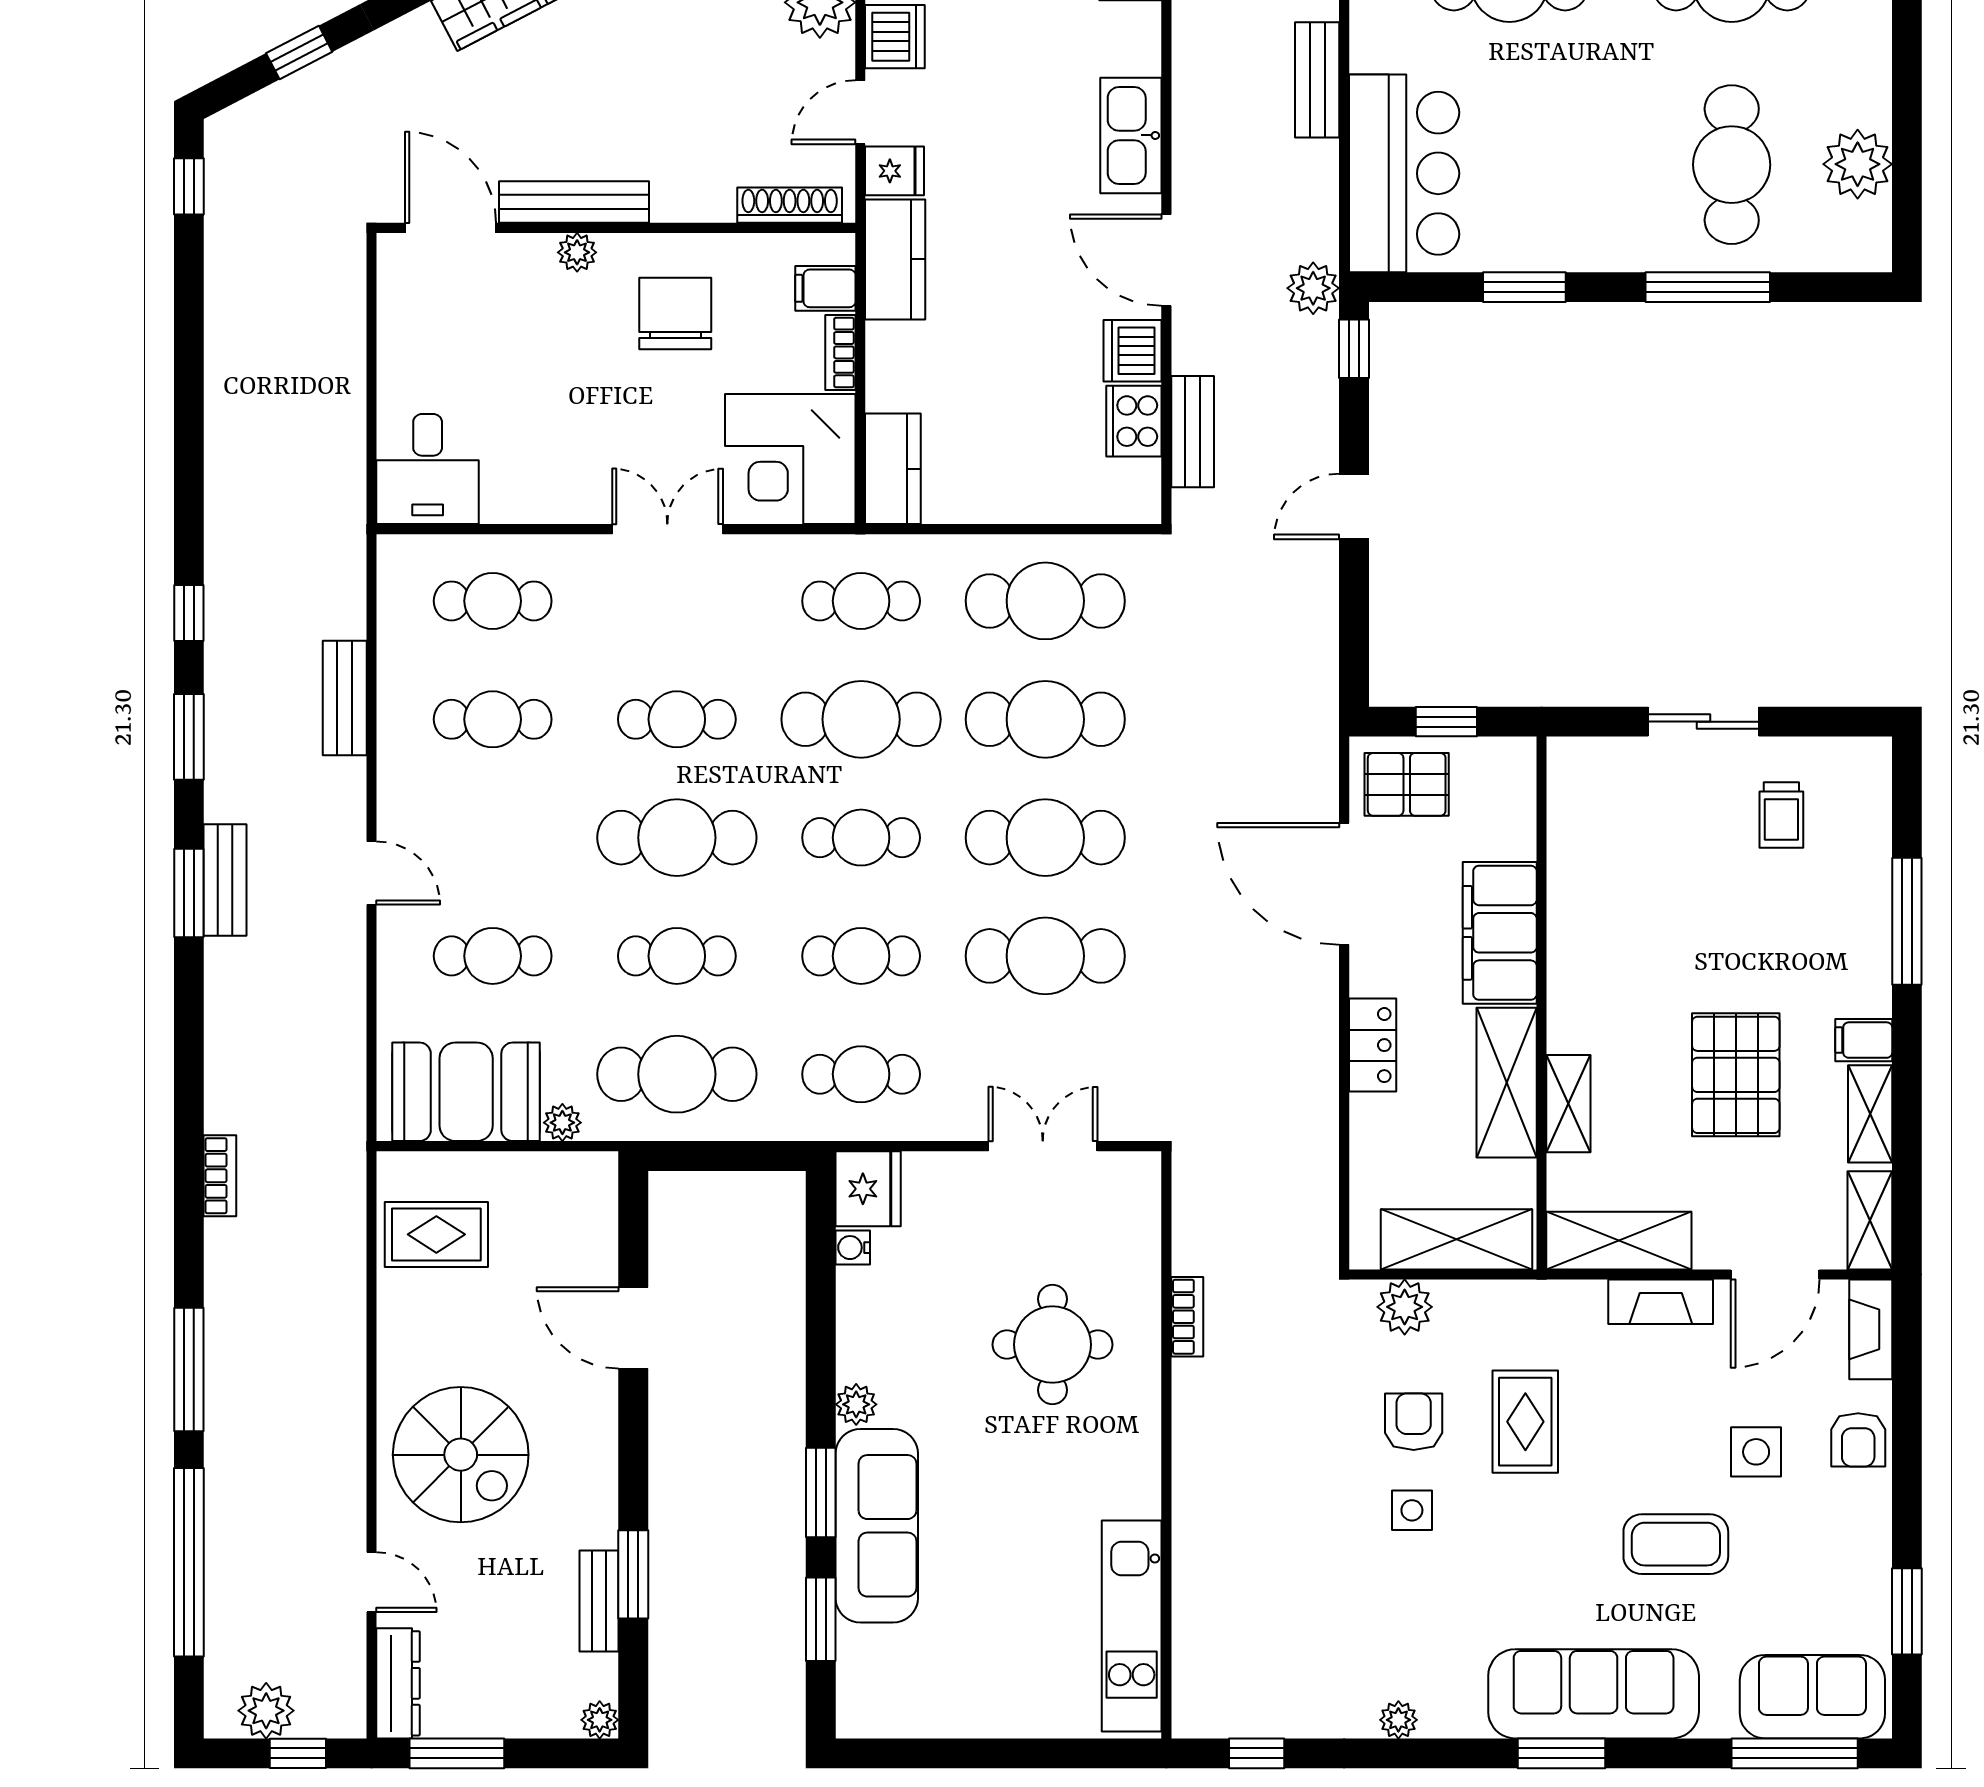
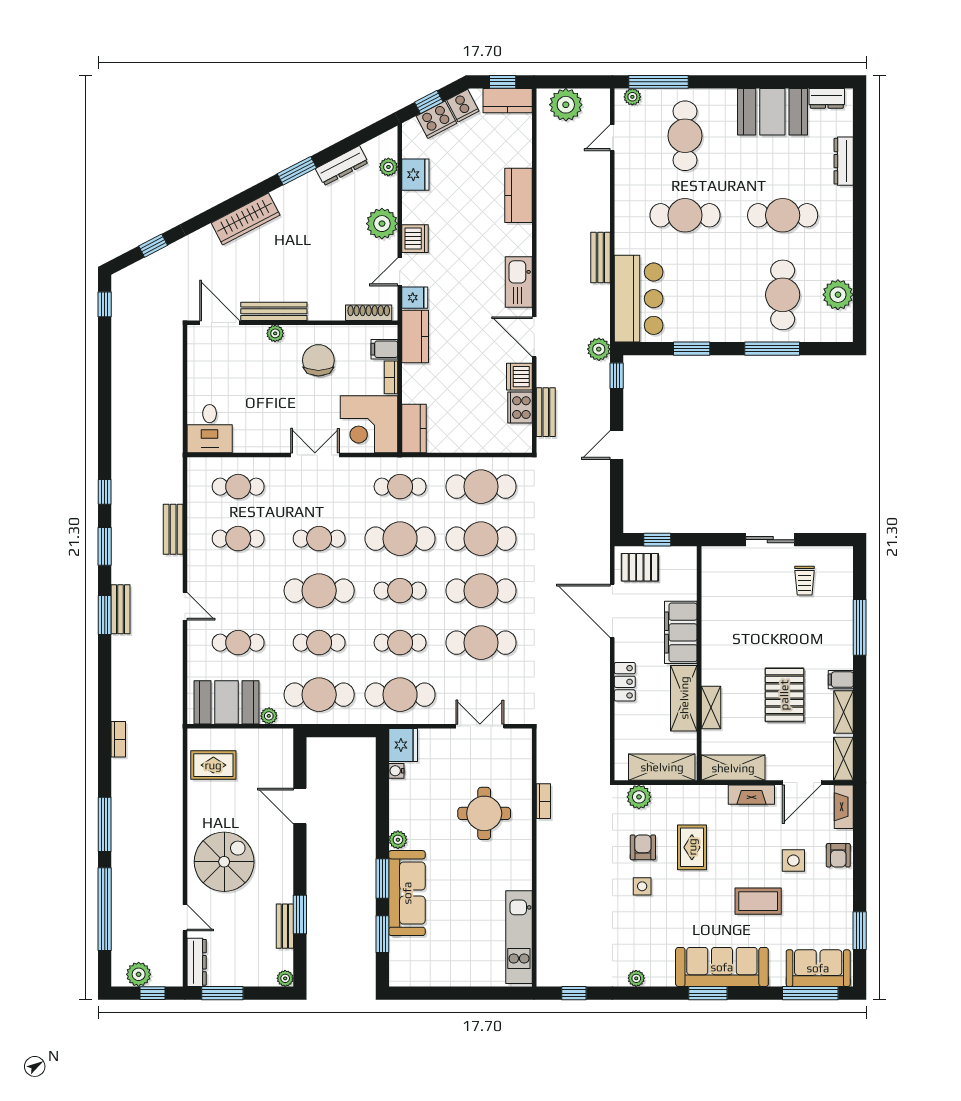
cafe table: (861, 1074) -> (400, 695), width x1.37, depth x1.35
spiral stairs: (461, 1455) -> (224, 862), turned -90

